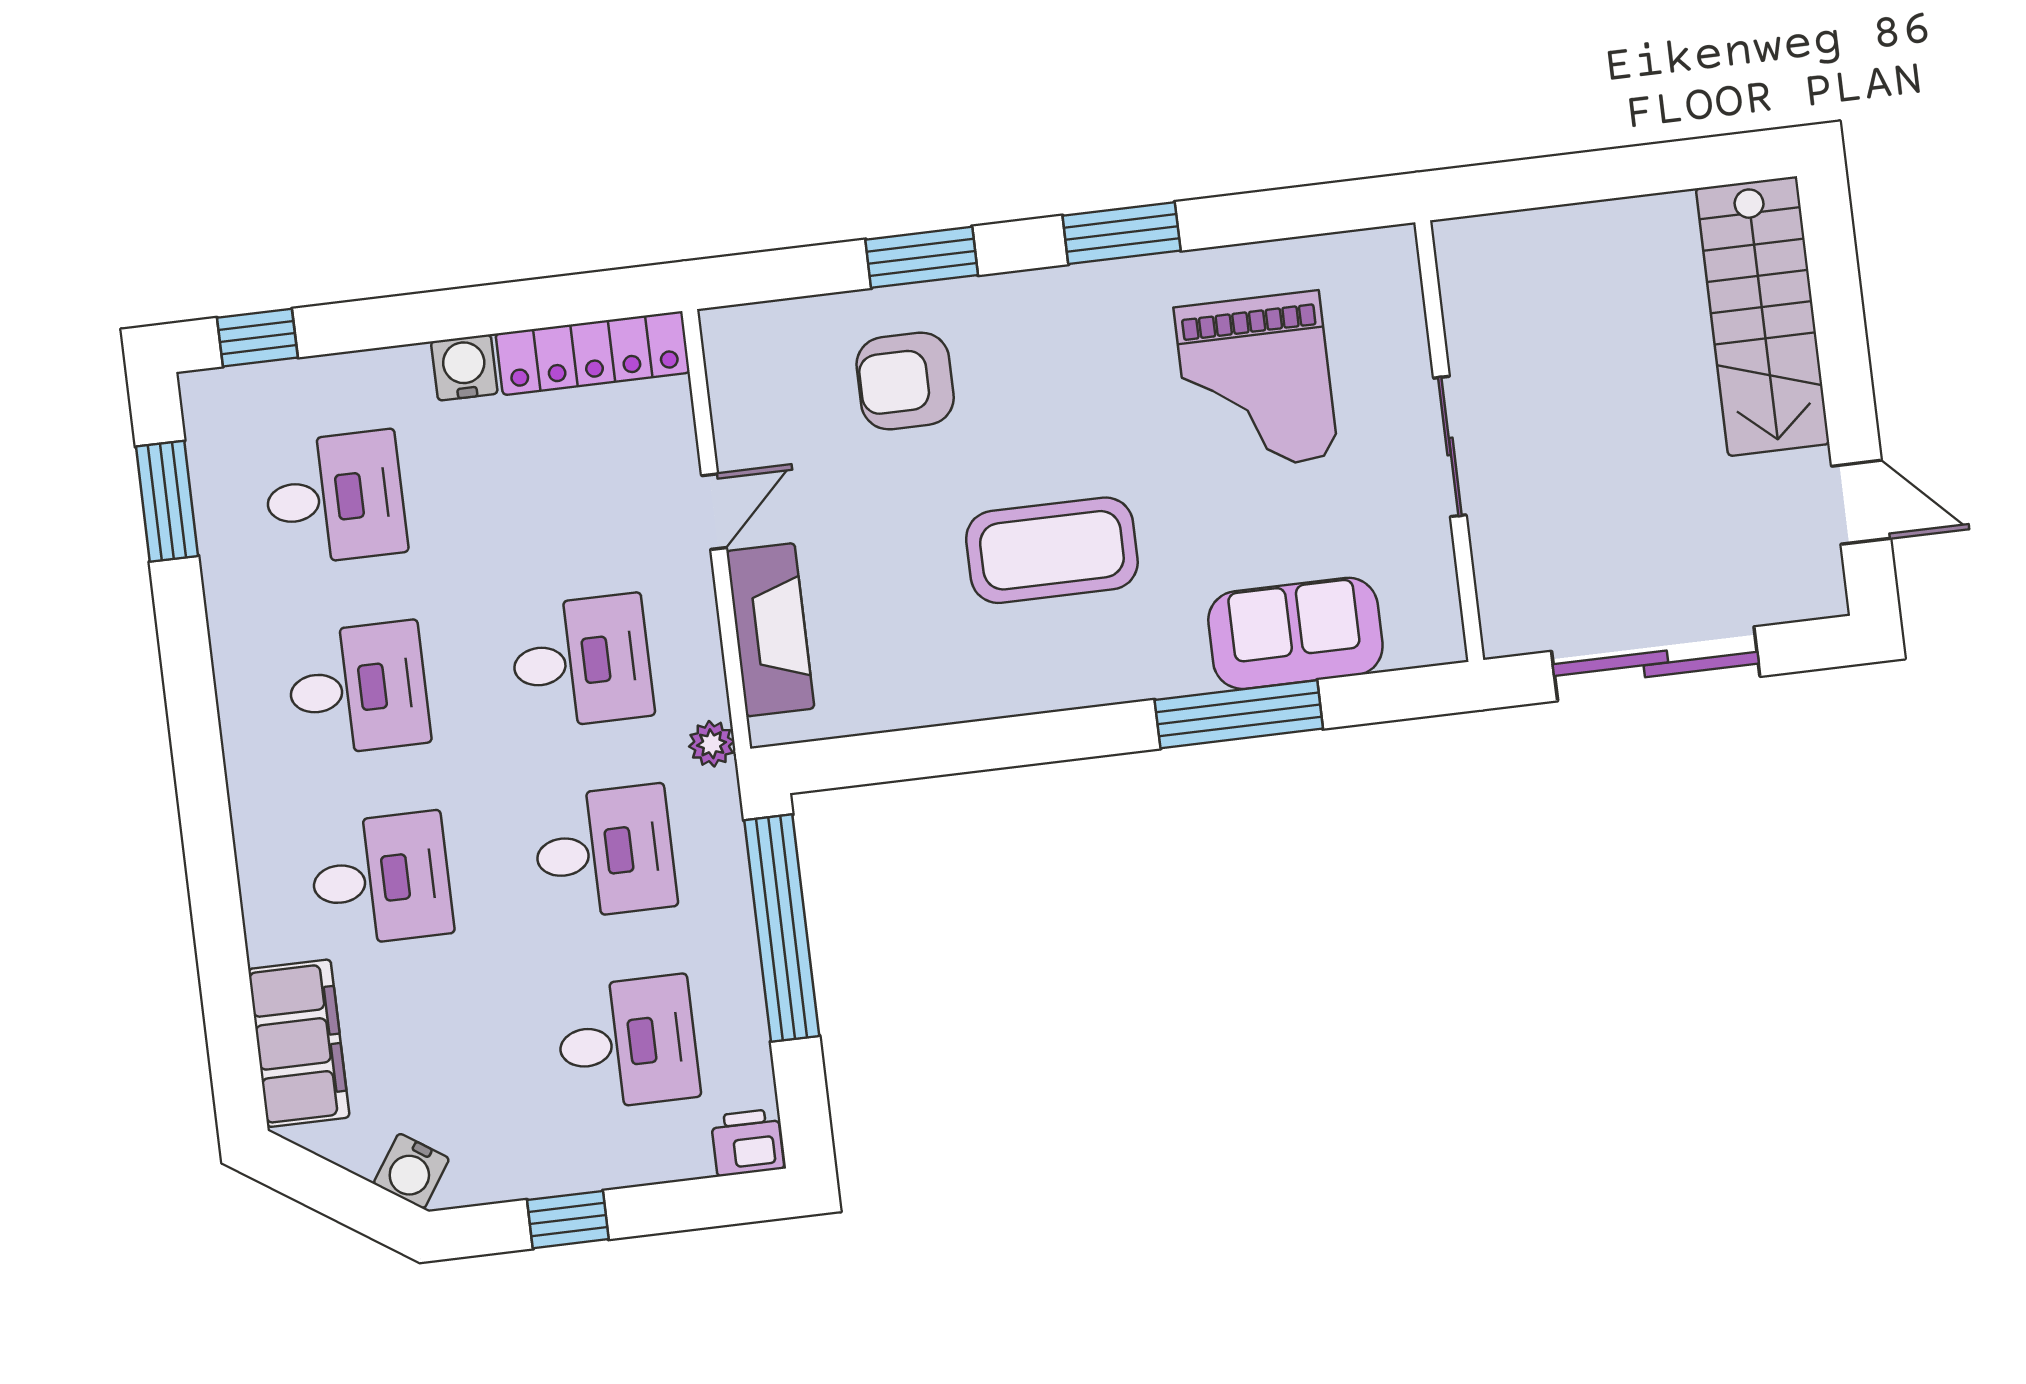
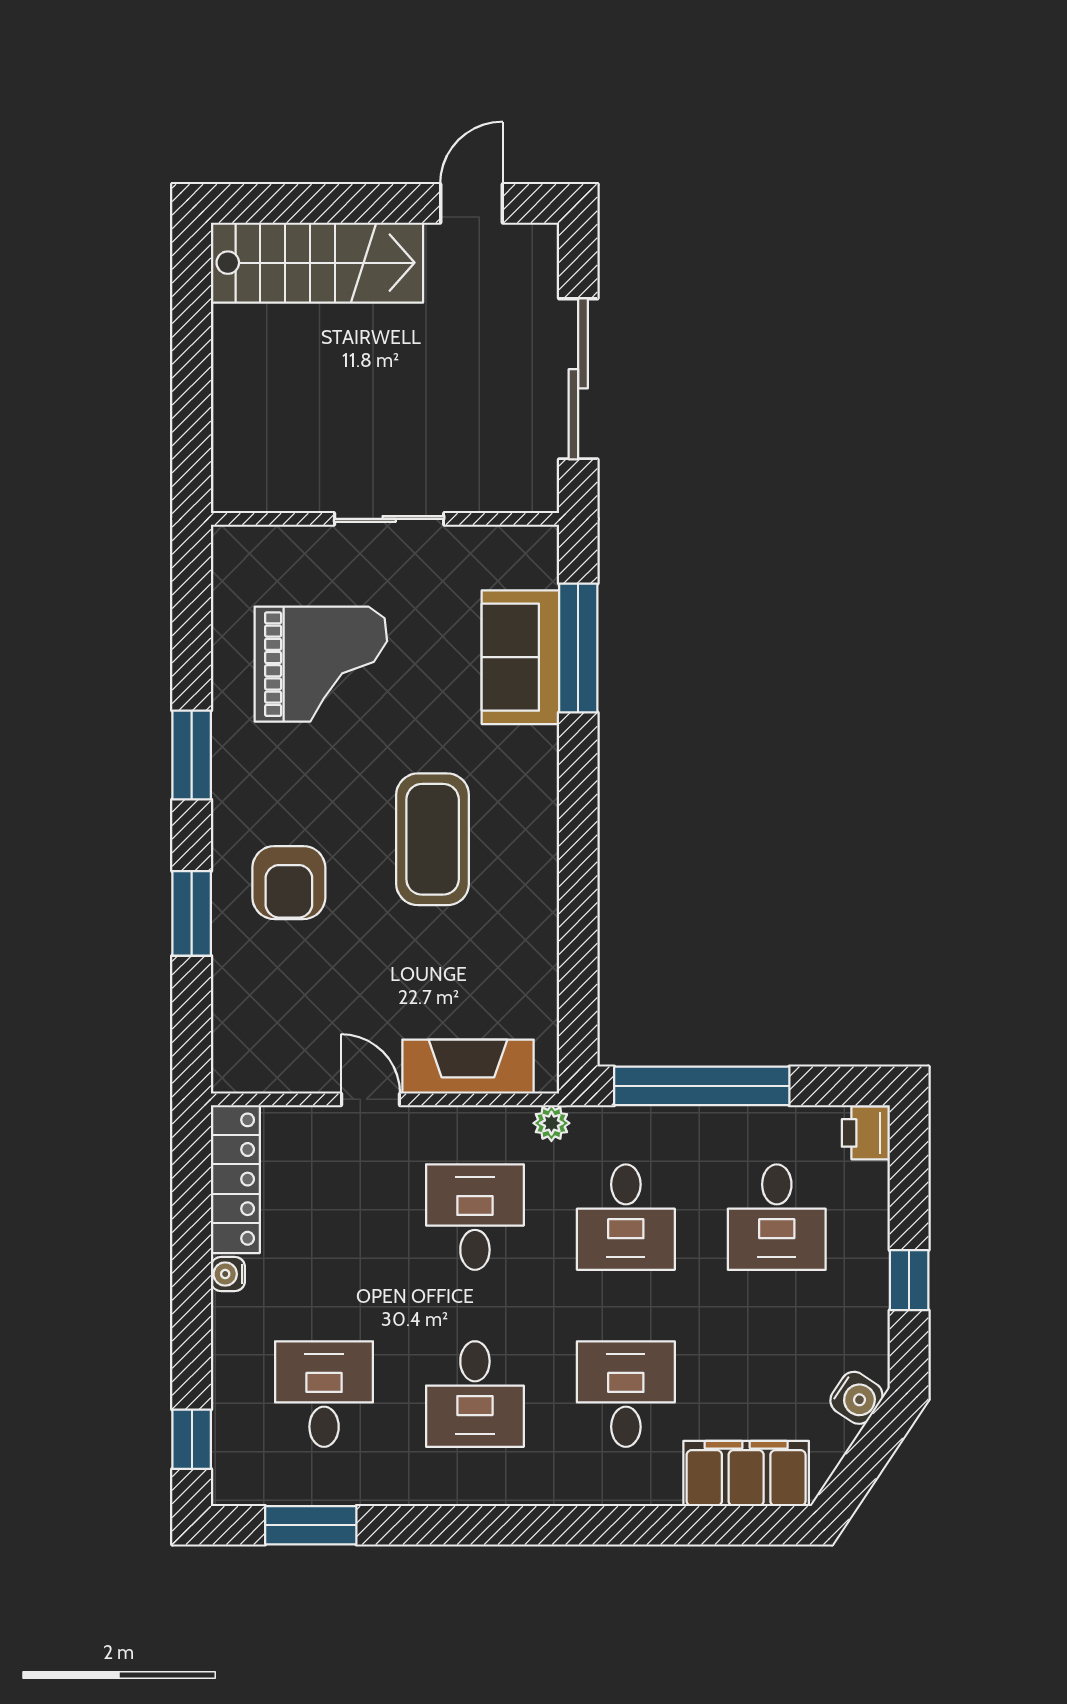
water cooler: (464, 367) -> (228, 1274), width x0.72, depth x0.72
armchair: (905, 381) -> (289, 883), moved
desk: (358, 689) -> (475, 1394), turned 180
window: (1239, 714) -> (578, 648), moved
desk: (604, 852) -> (626, 1217), turned 180
desk: (627, 1043) -> (777, 1217), turned 180

